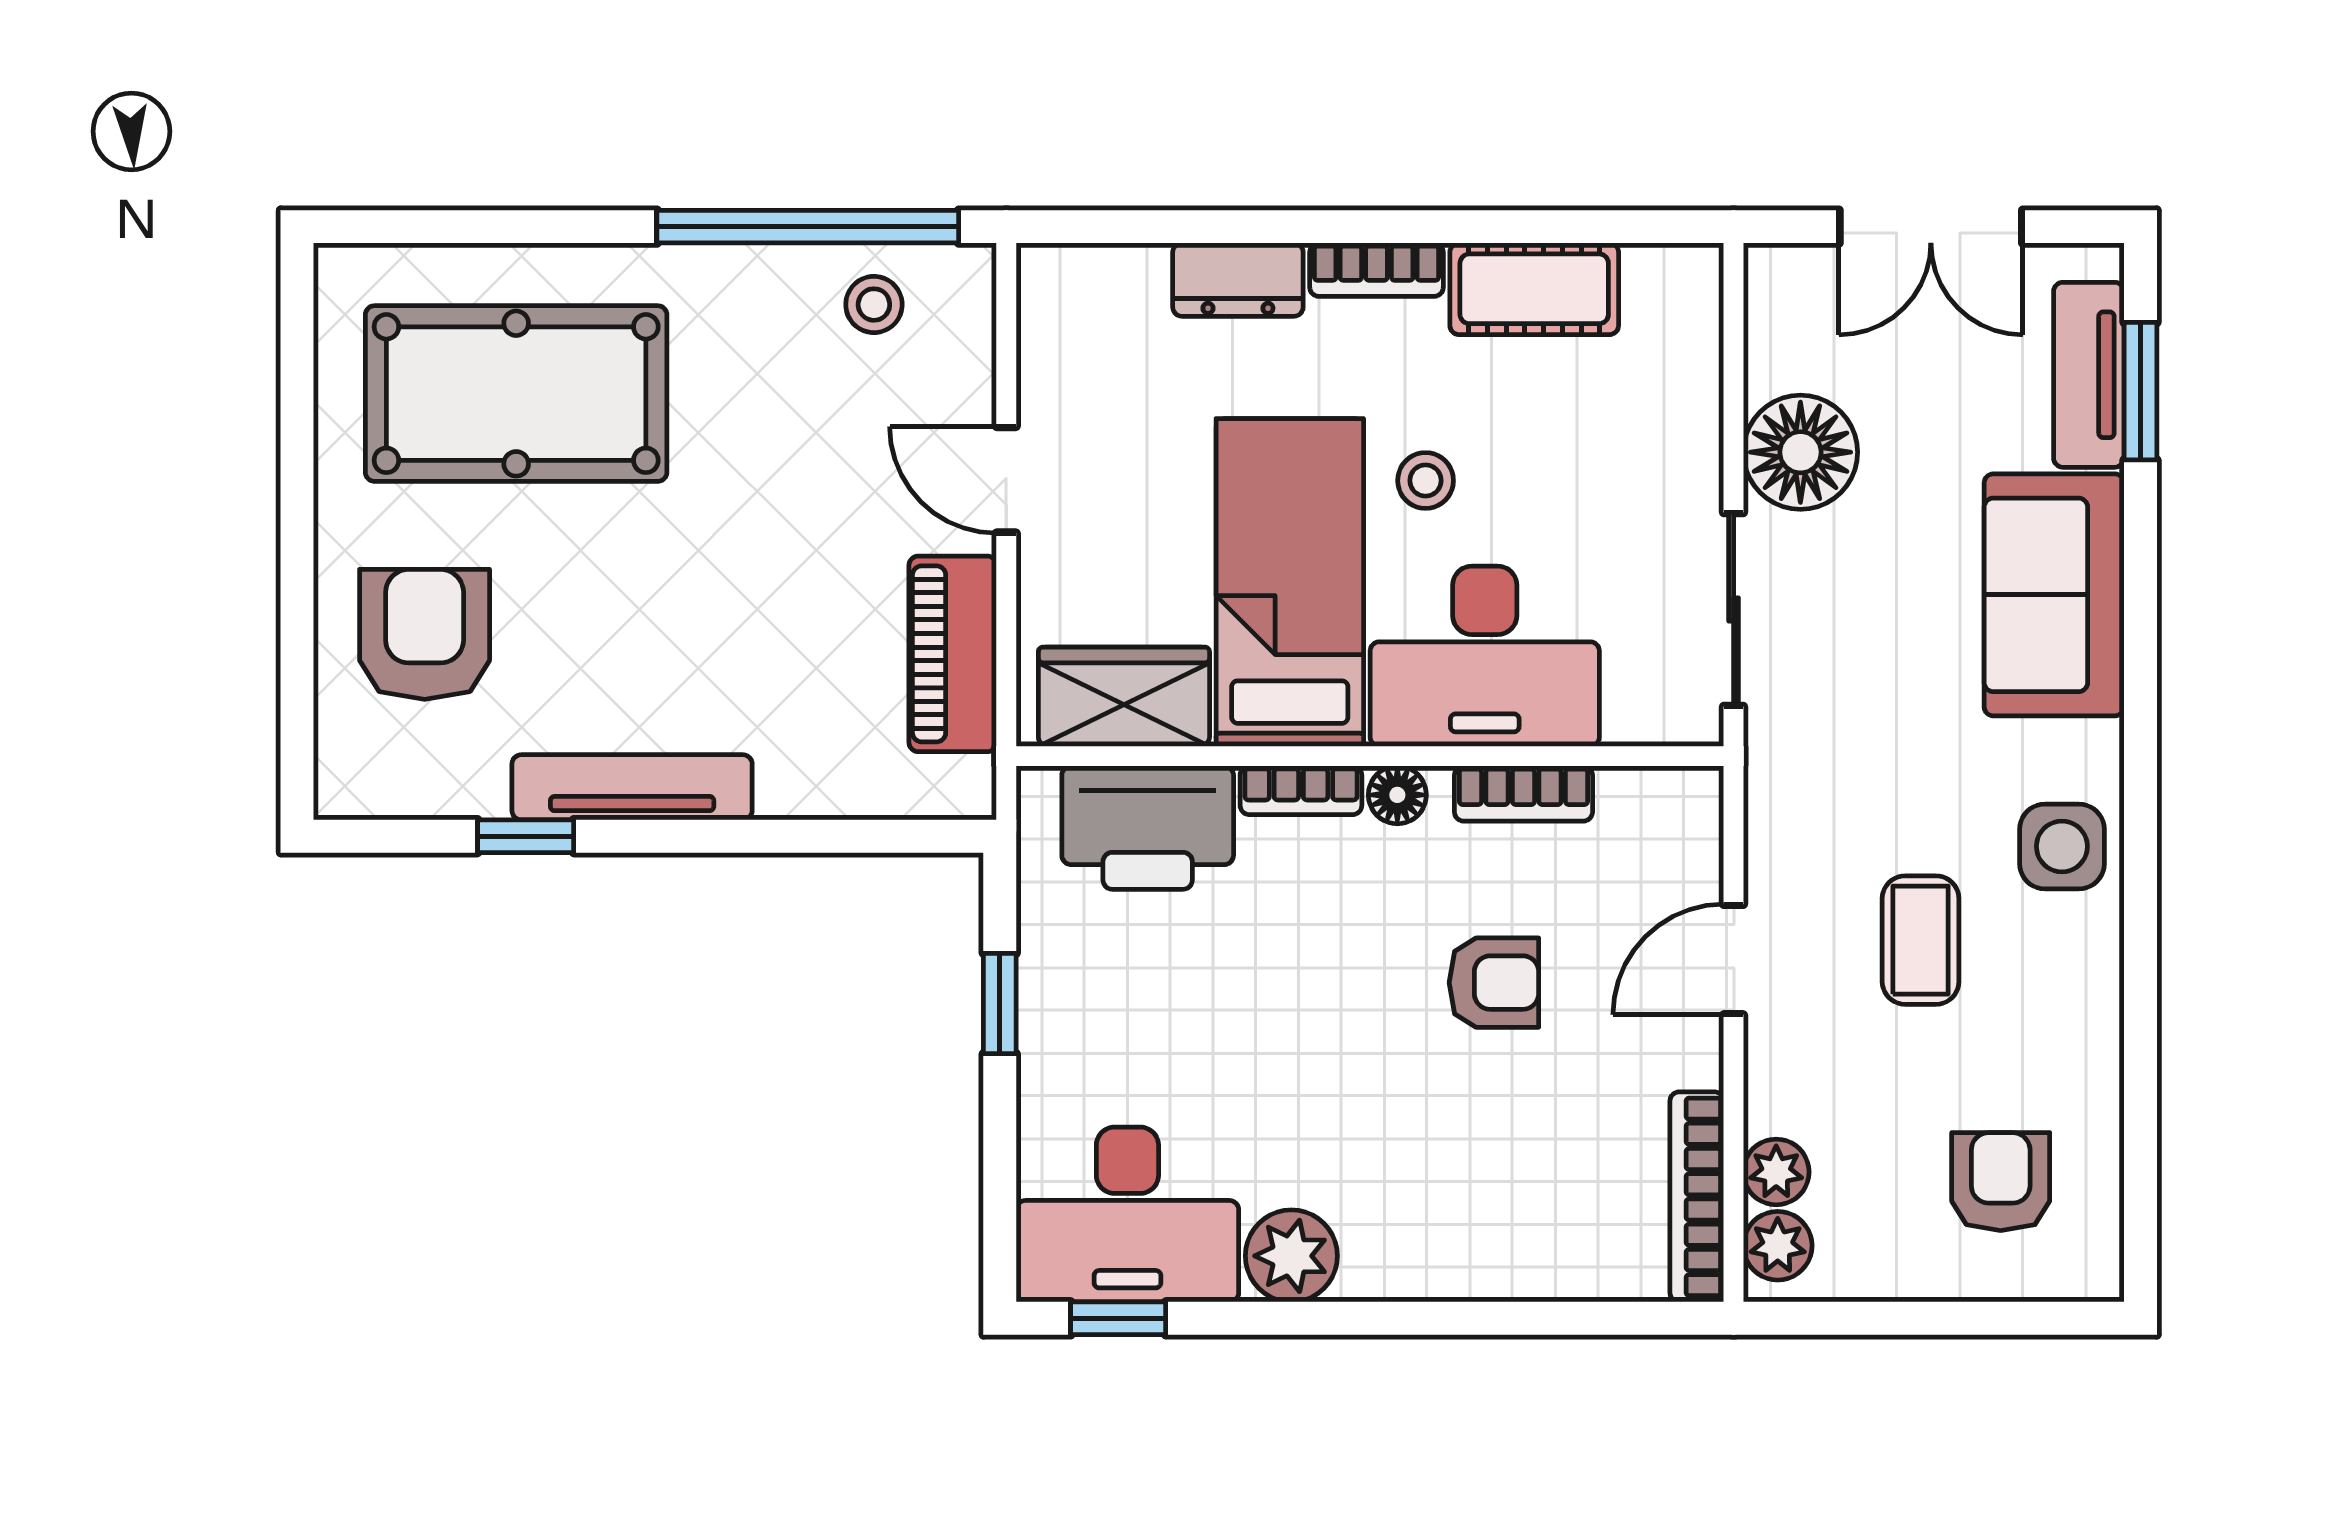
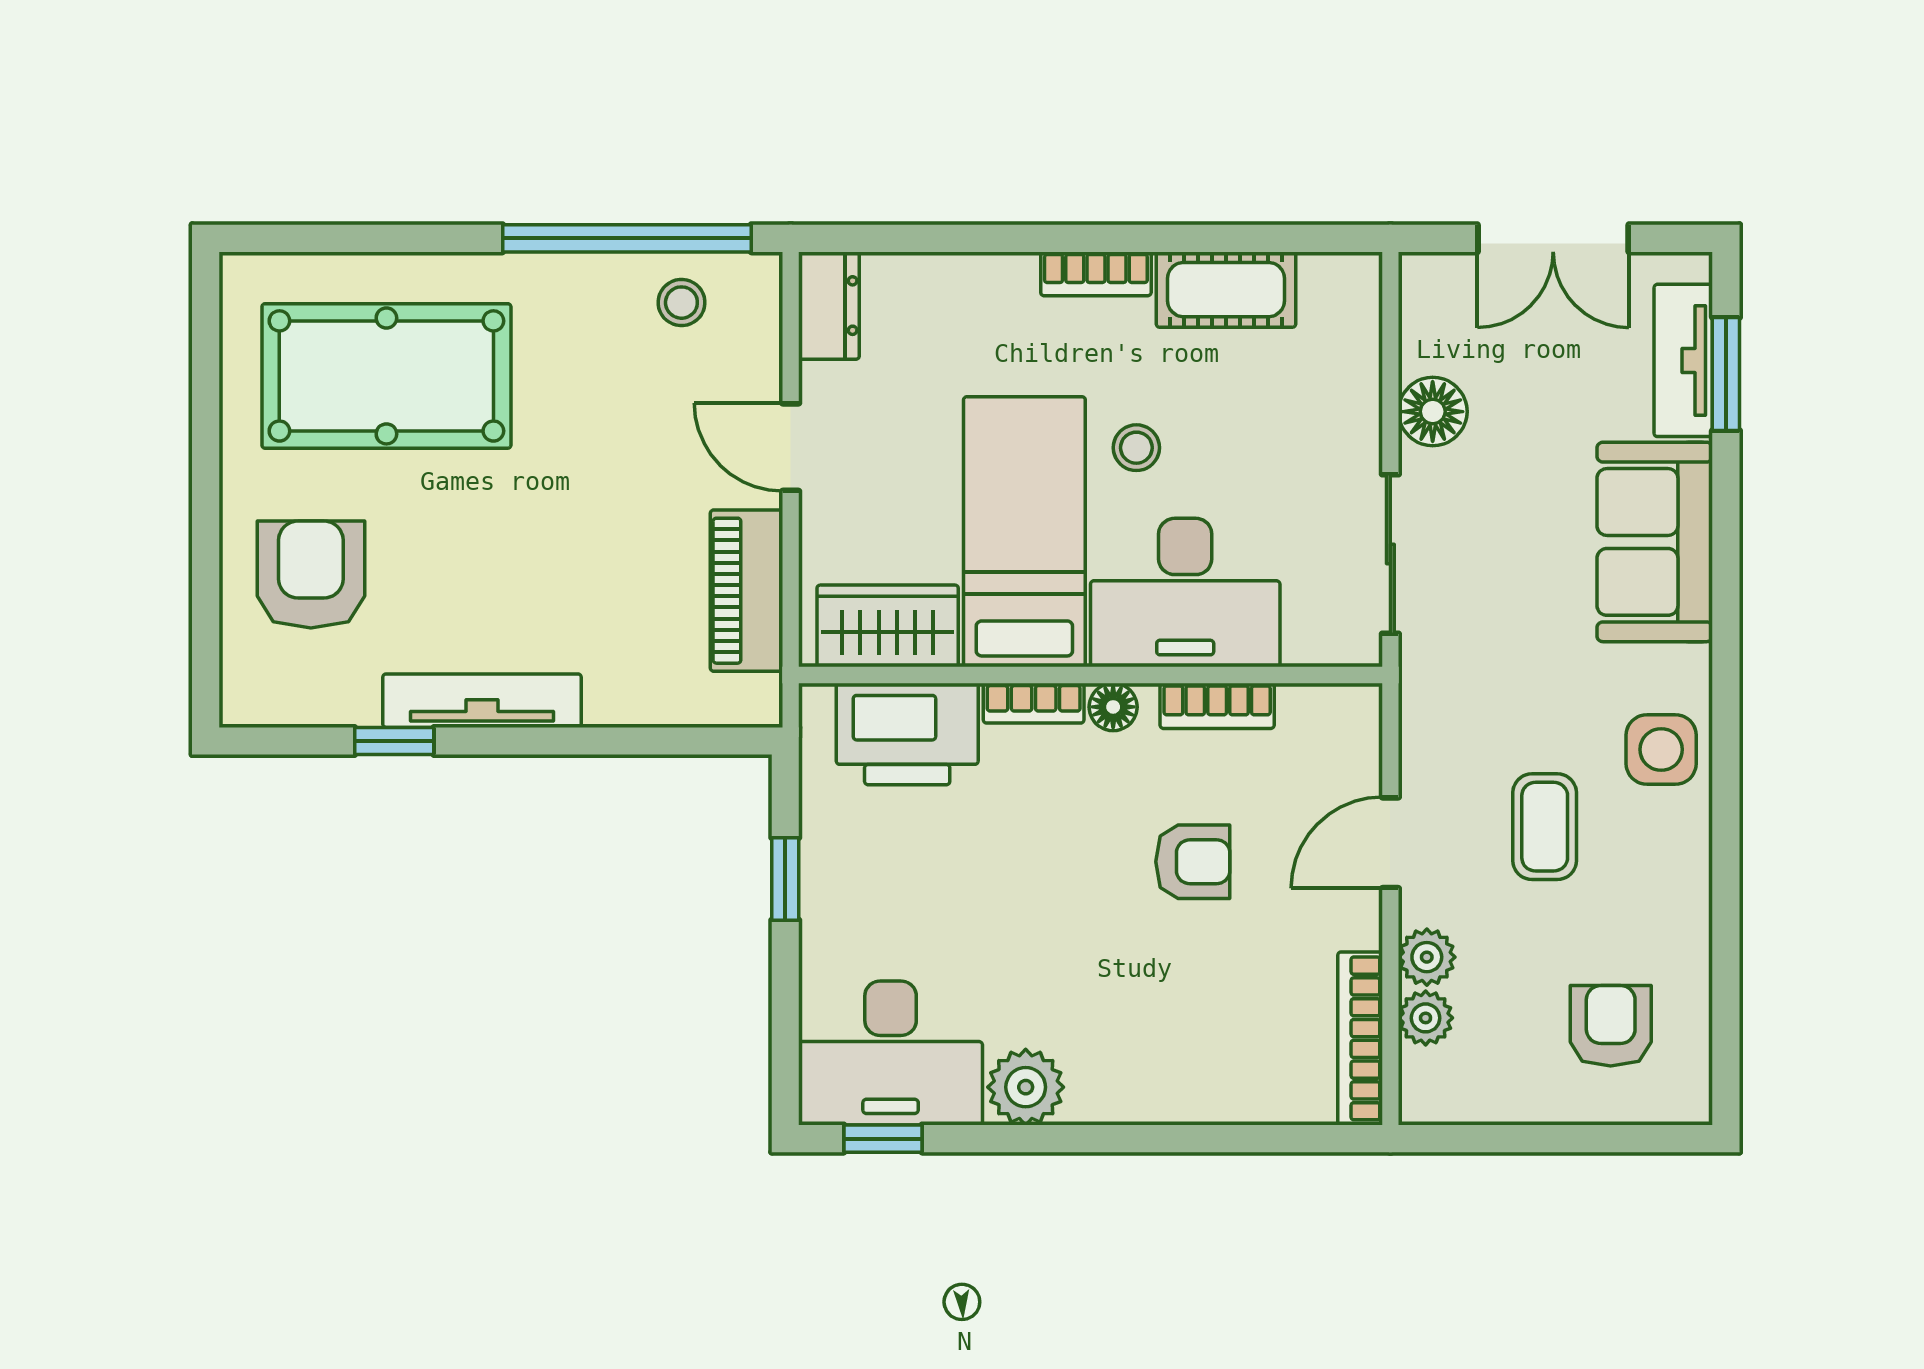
dresser: (1238, 280) -> (829, 306), moved, turned -90
floor lamp: (1800, 452) -> (1433, 412), width x0.73, depth x0.73
plant: (1778, 1246) -> (1427, 957), moved

